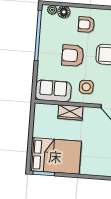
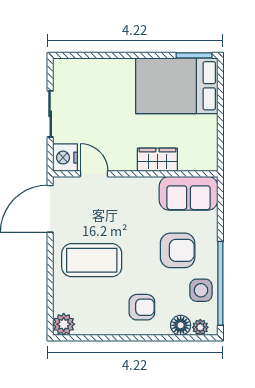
armchair: (73, 55) -> (178, 250), moved
side table: (86, 87) -> (201, 290), moved

